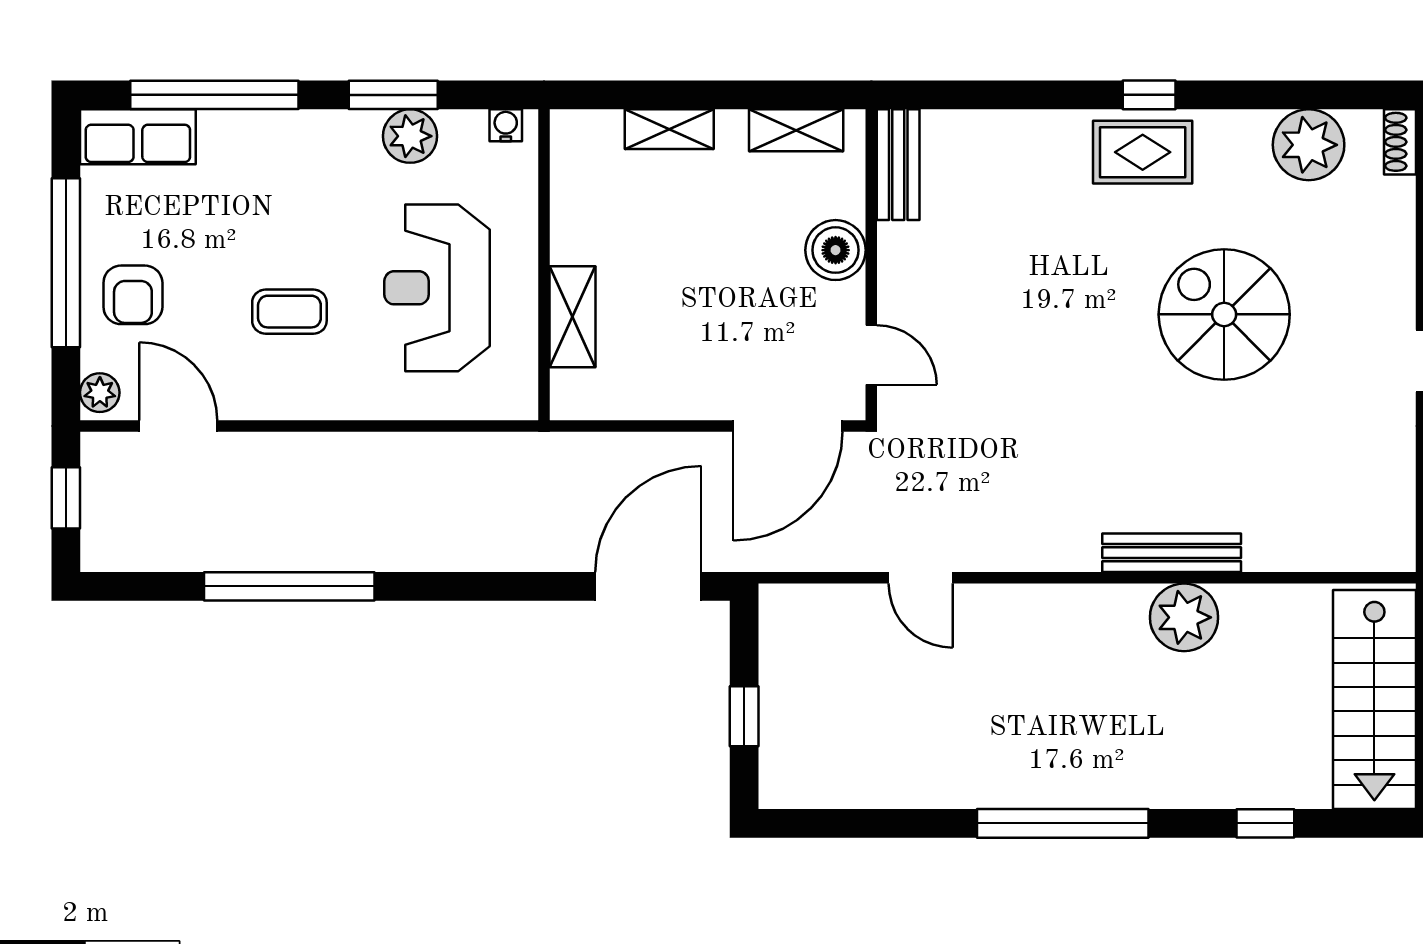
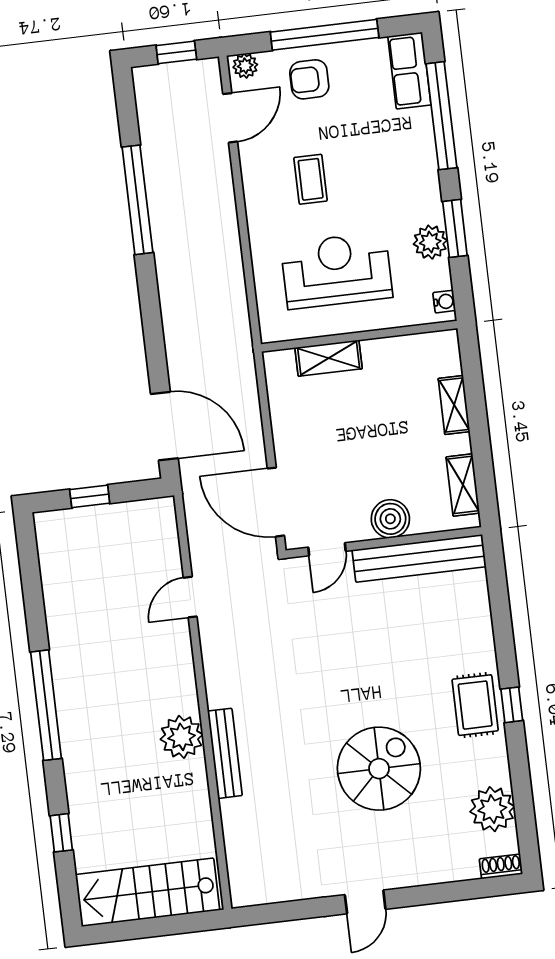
bench: (898, 165) -> (419, 558), width x1.86, depth x1.21
plant: (1184, 617) -> (182, 737), moved

